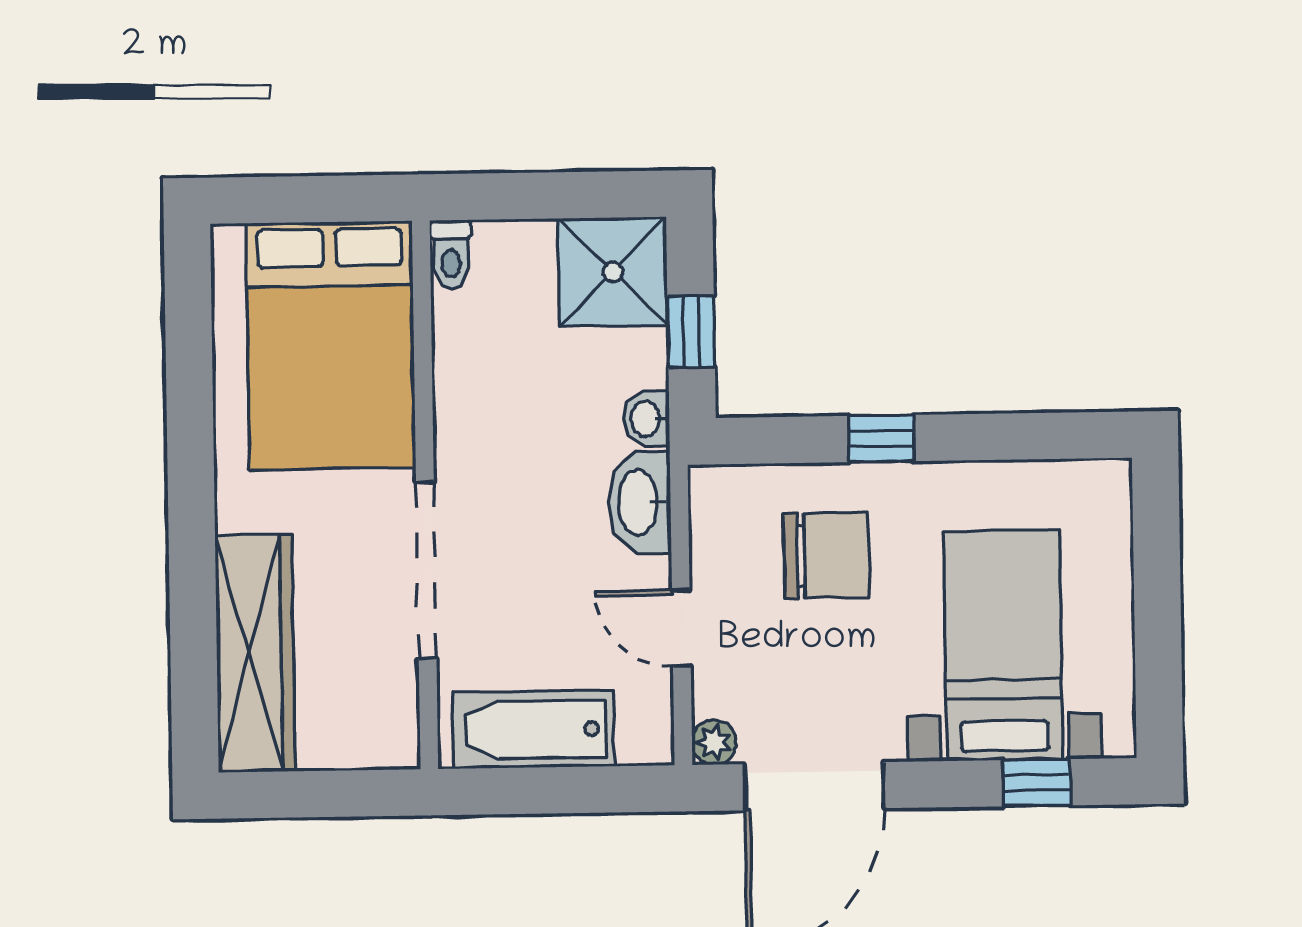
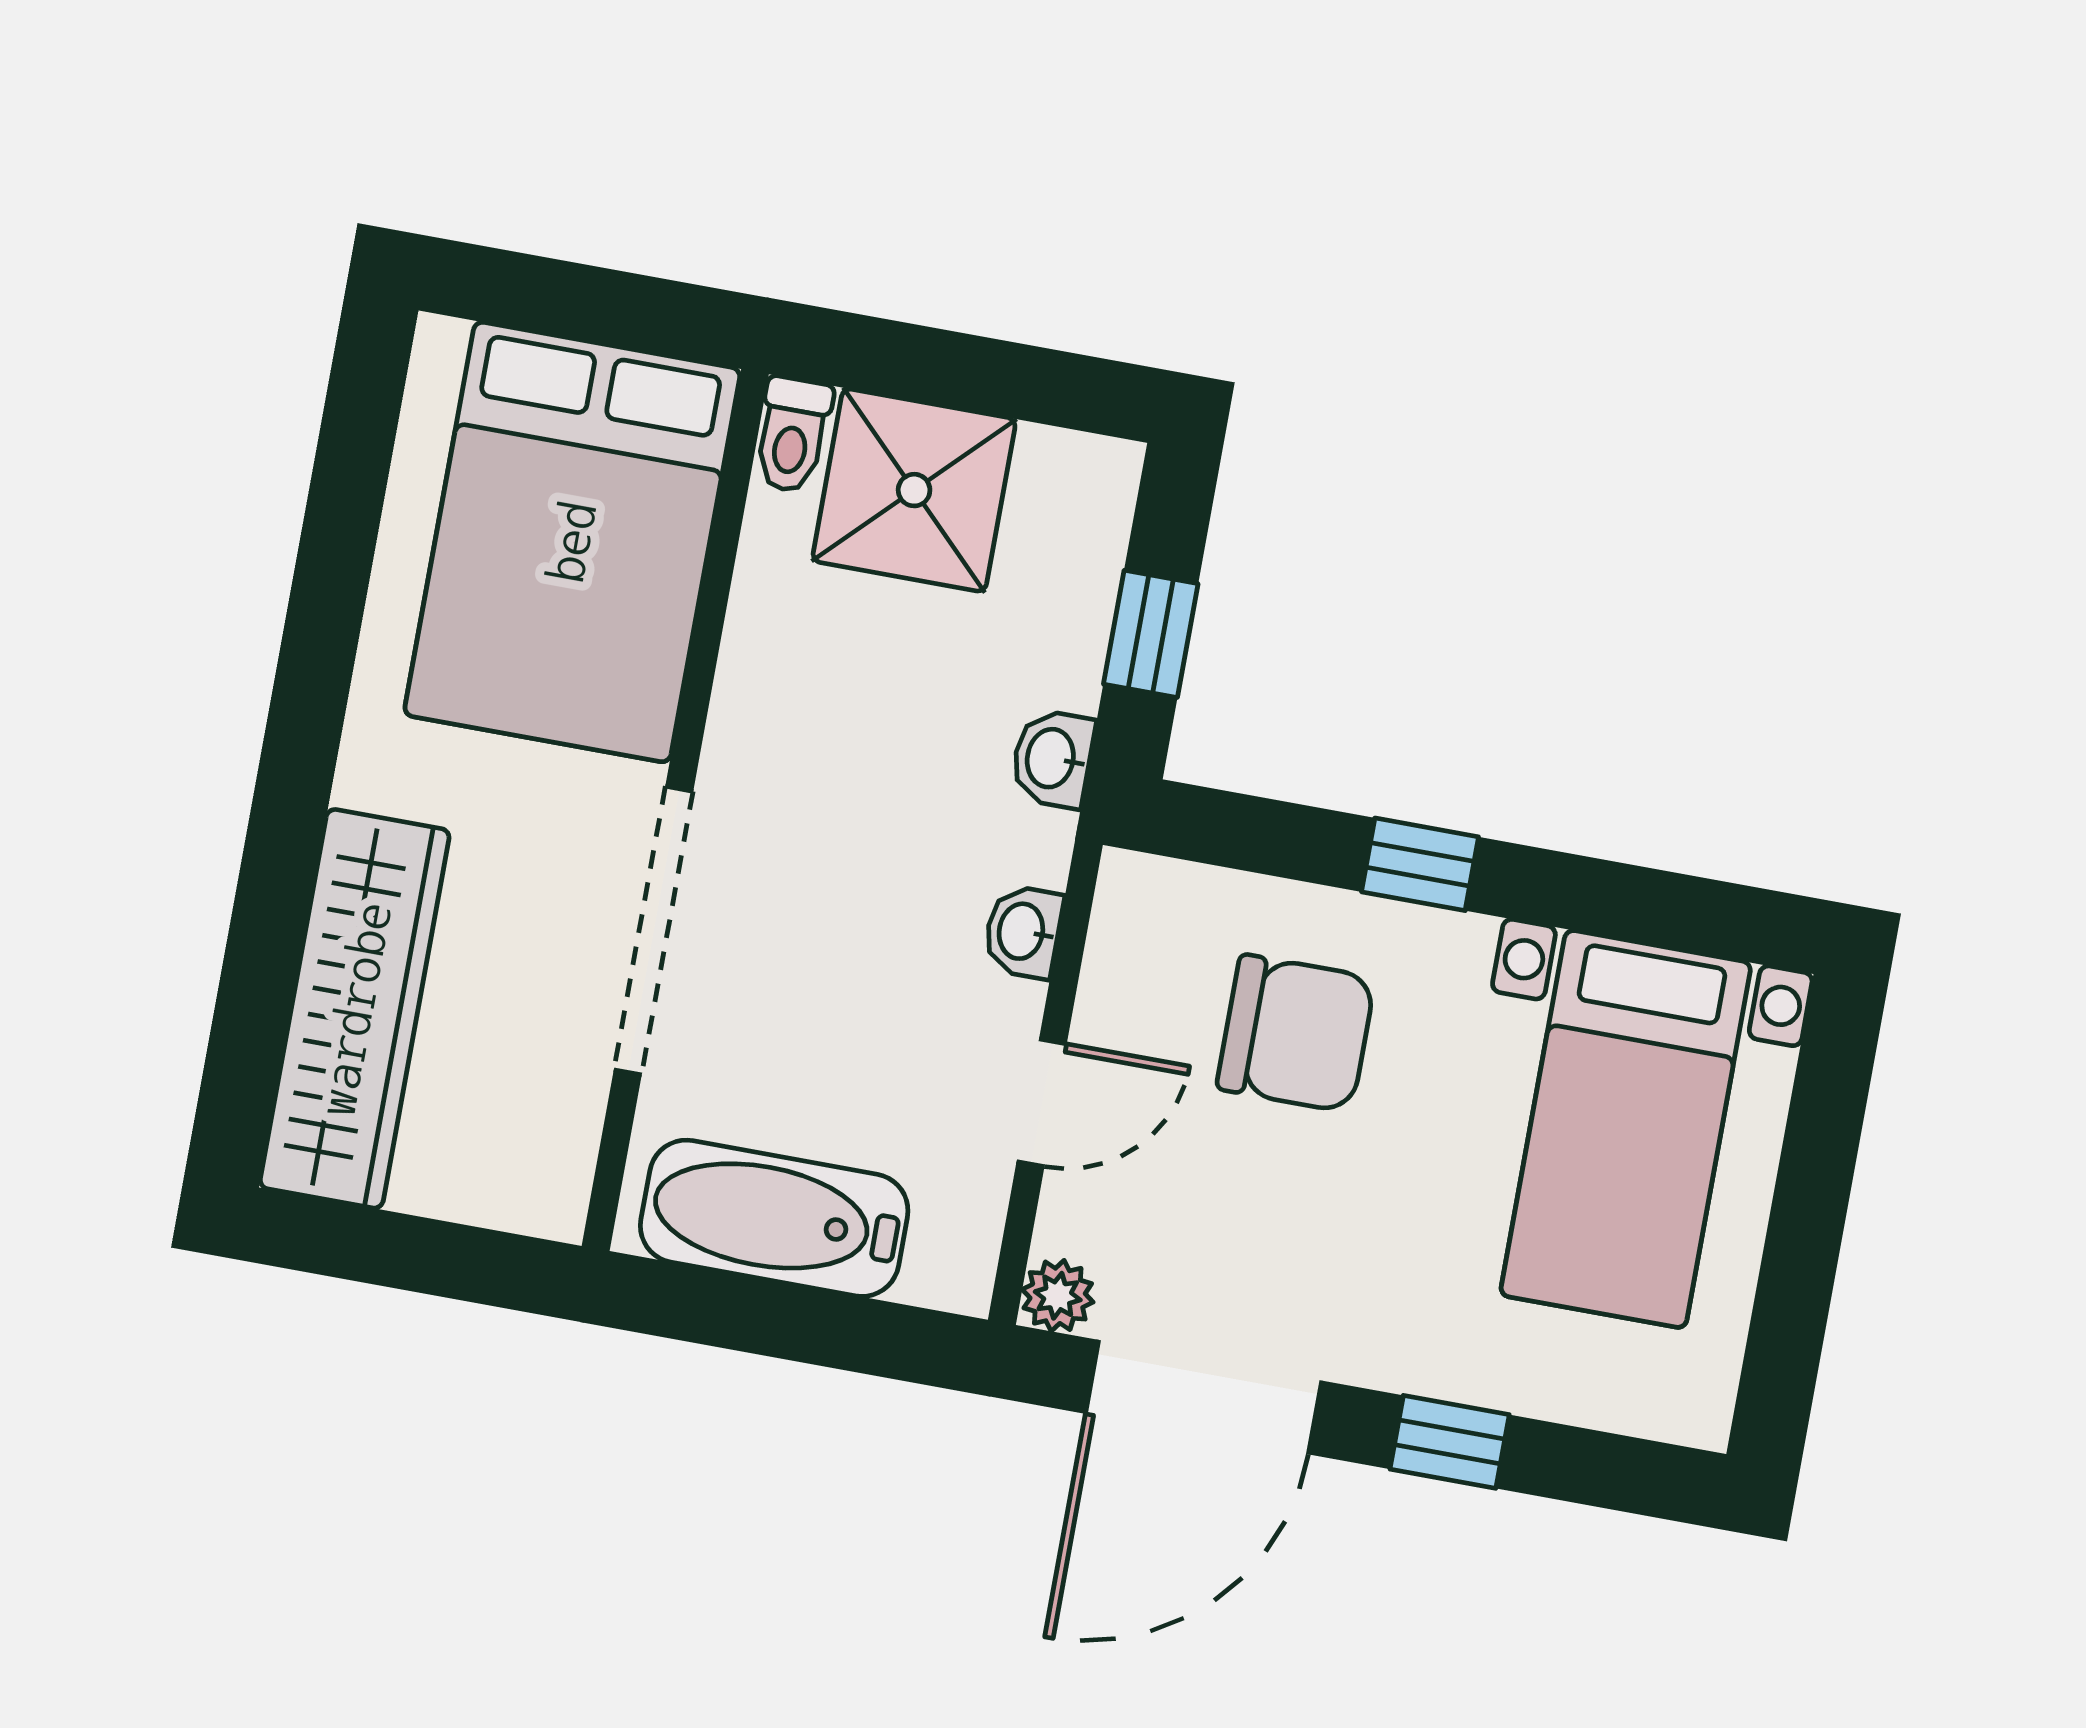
shower: (613, 272) -> (914, 490), moved
washbasin: (640, 502) -> (1023, 932), width x0.52, depth x0.69
door: (681, 628) -> (1042, 1103), swing flipped
bed with nightstands: (1003, 646) -> (1626, 1129), moved, turned 180
window: (1037, 783) -> (1450, 1442), moved

